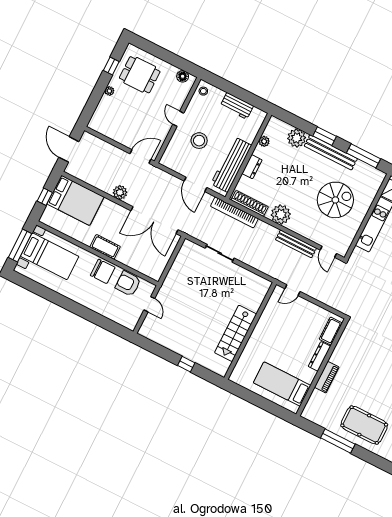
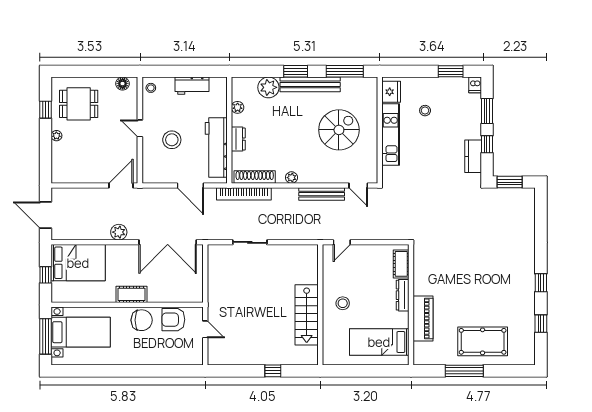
plant: (281, 214) -> (291, 178), width x0.53, depth x0.53
stool: (269, 339) -> (343, 303), added
piano: (327, 377) -> (423, 318), width x1.37, depth x1.33

